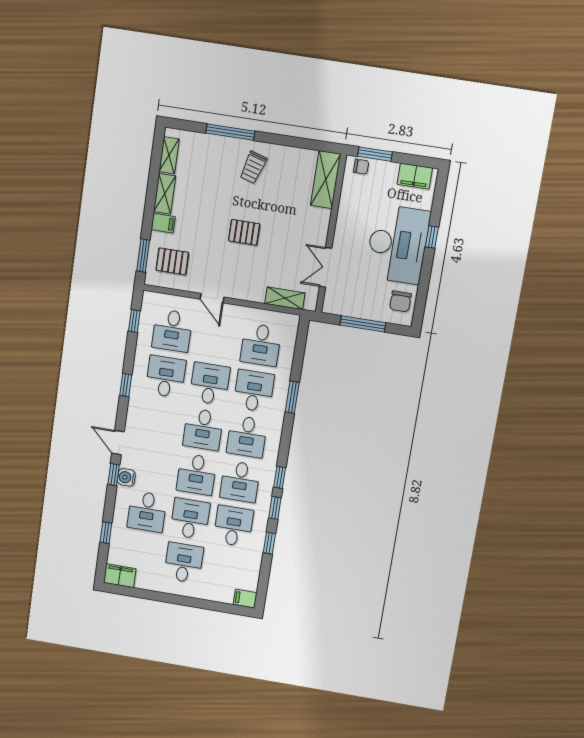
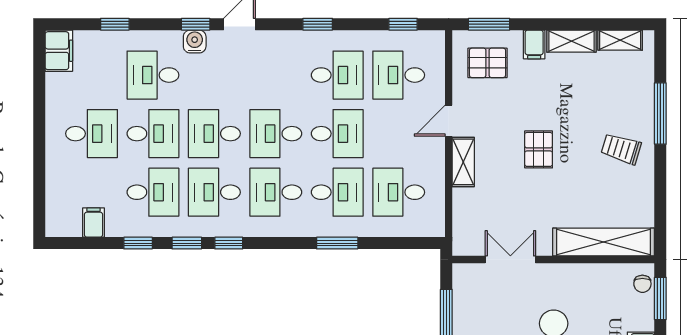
shelving: (326, 180) -> (604, 242), width x1.47
pallet: (172, 261) -> (488, 63), turned 90
shelving: (285, 298) -> (463, 162), moved
filing cabinet: (245, 598) -> (93, 223), moved

